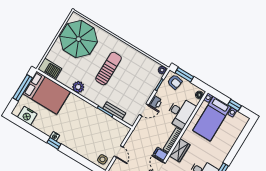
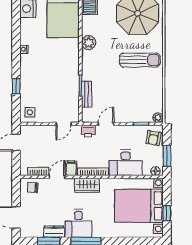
sun lounger: (108, 68) -> (140, 60), moved
window: (184, 75) -> (167, 156), moved
printer: (156, 102) -> (88, 131), moved
door: (144, 110) -> (106, 124), swing flipped
bed with nightstands: (212, 119) -> (139, 206), width x1.36
window: (54, 143) -> (16, 86), moved
door: (119, 152) -> (64, 124), moved

